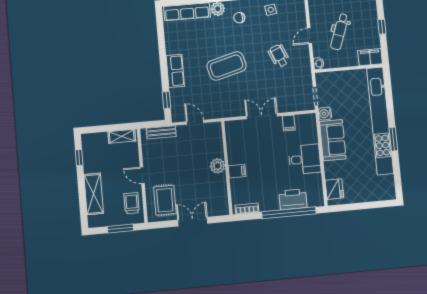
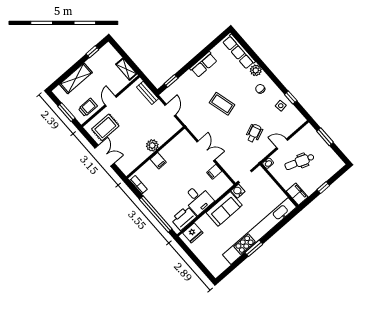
coffee table: (227, 66) -> (222, 104), width x0.73, depth x0.76
row of seats: (175, 71) -> (203, 64), moved
printer: (293, 199) -> (184, 218), moved, turned -90

